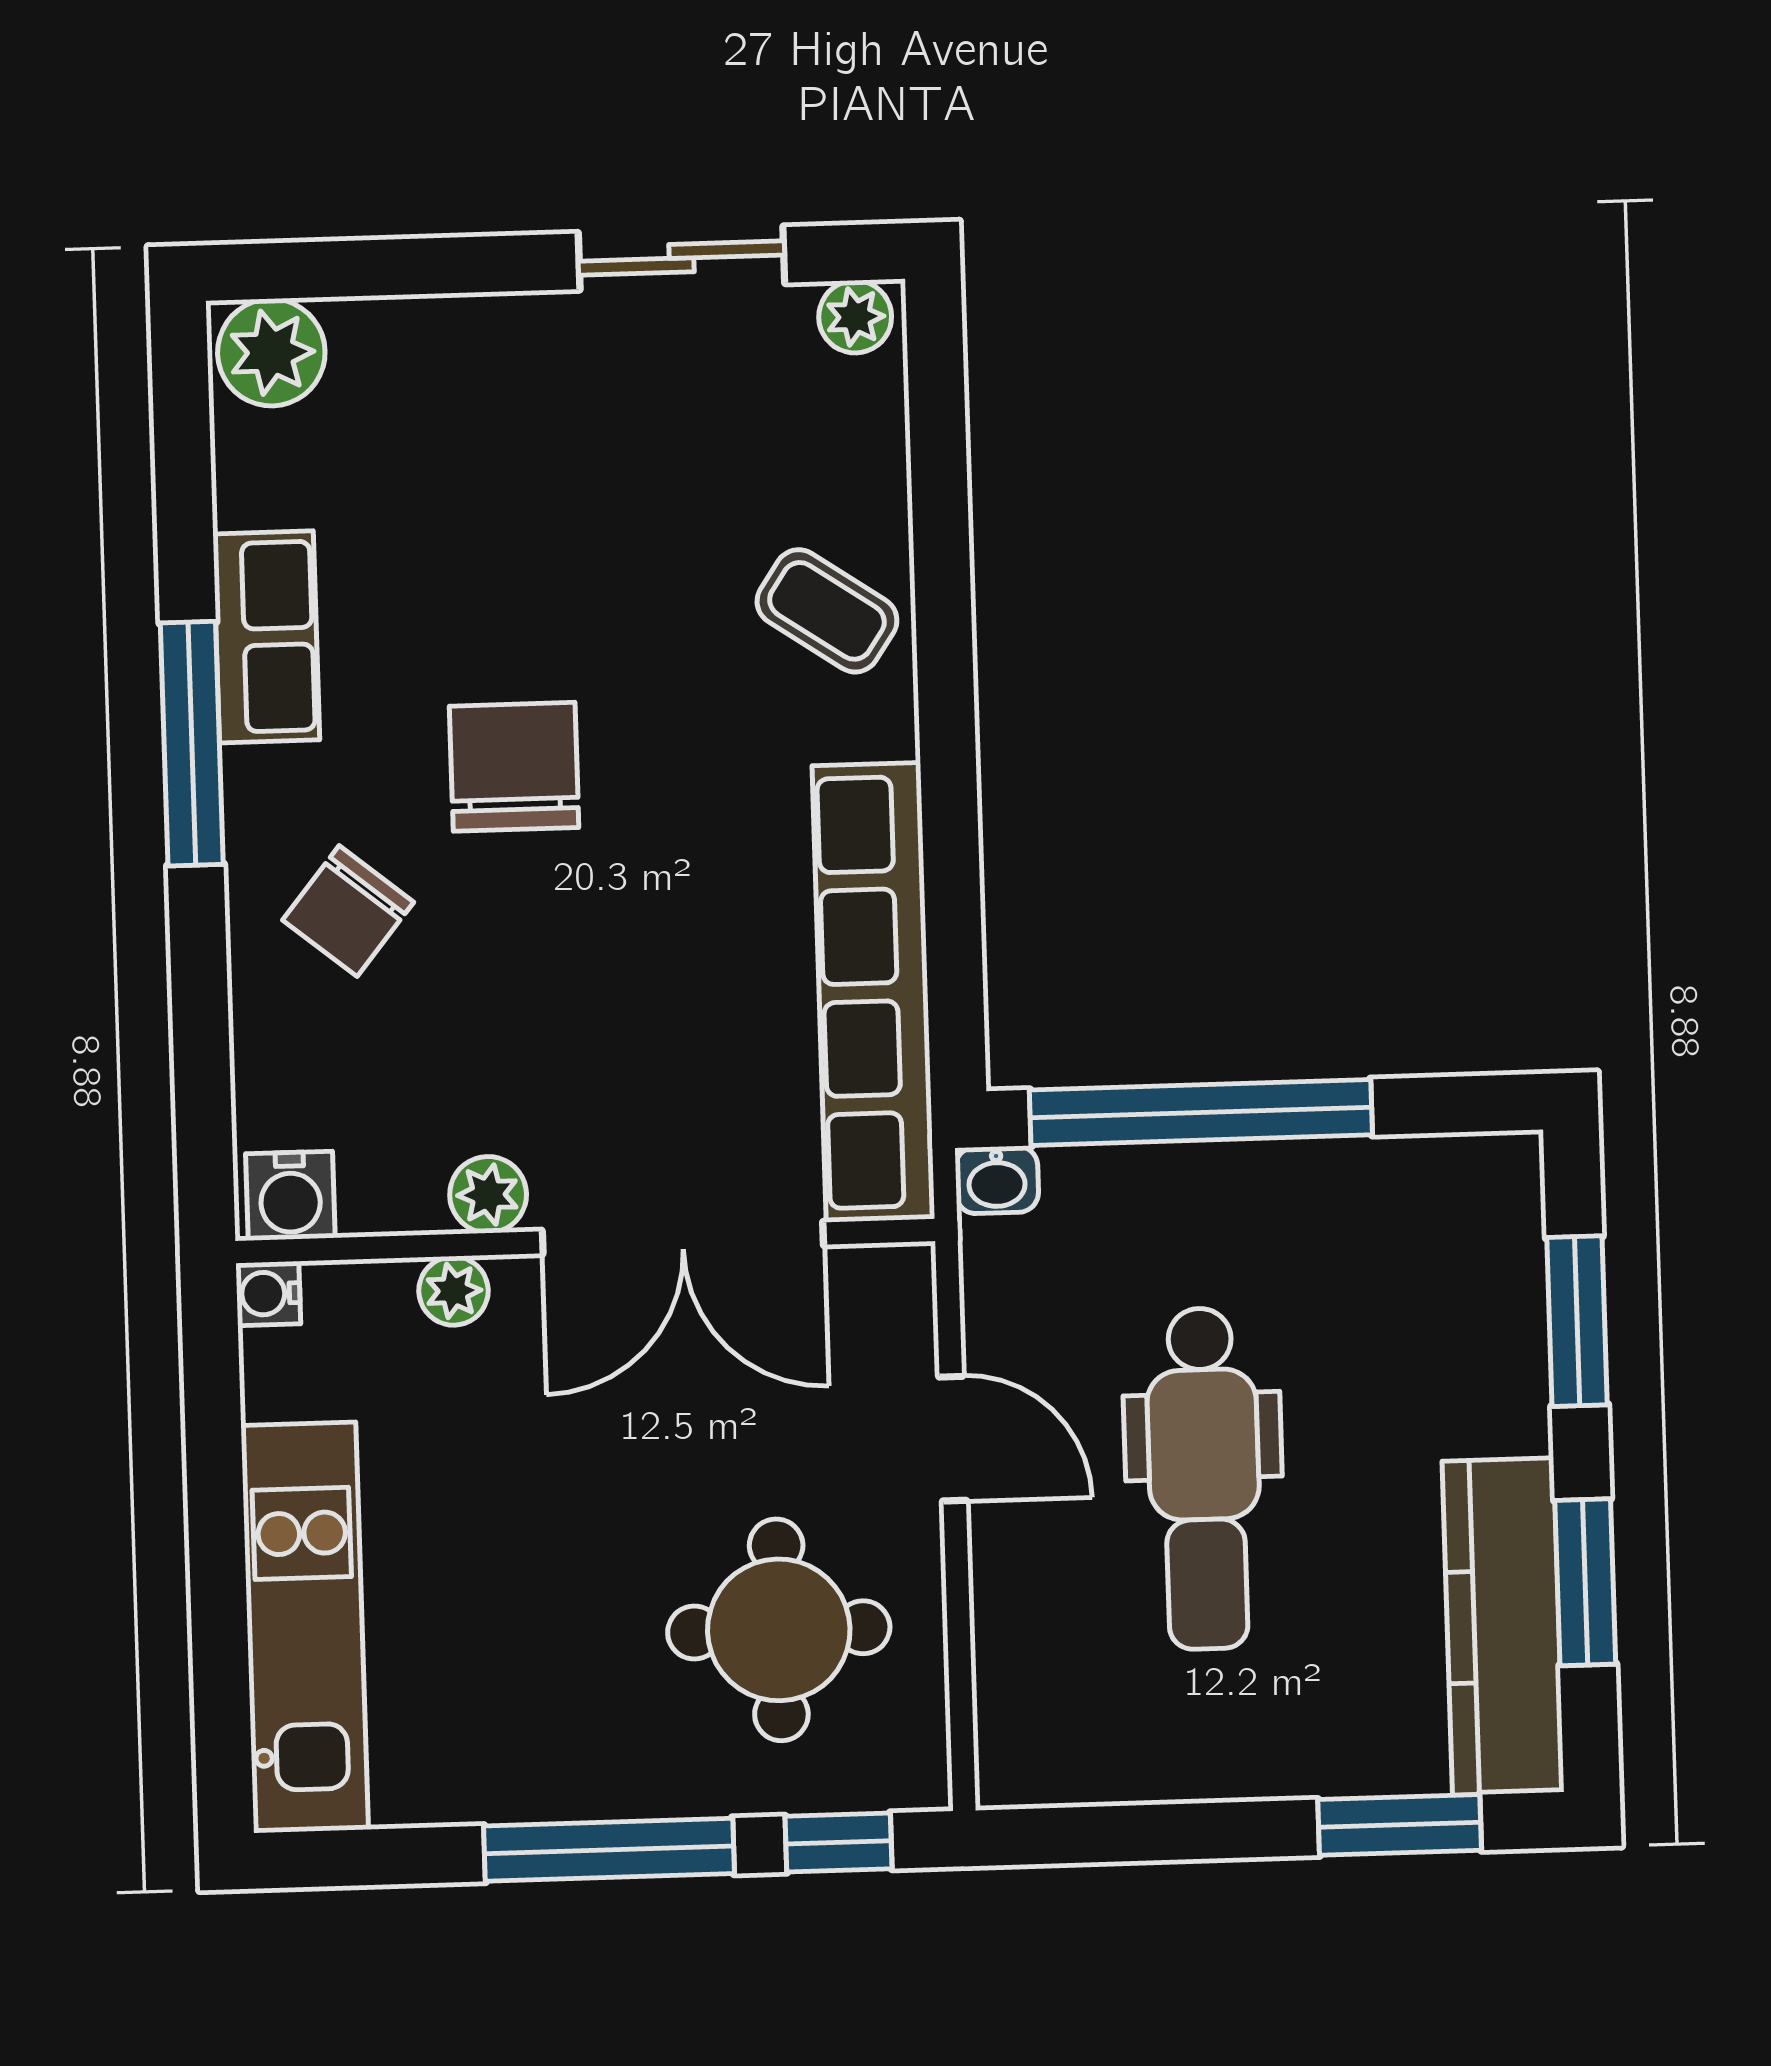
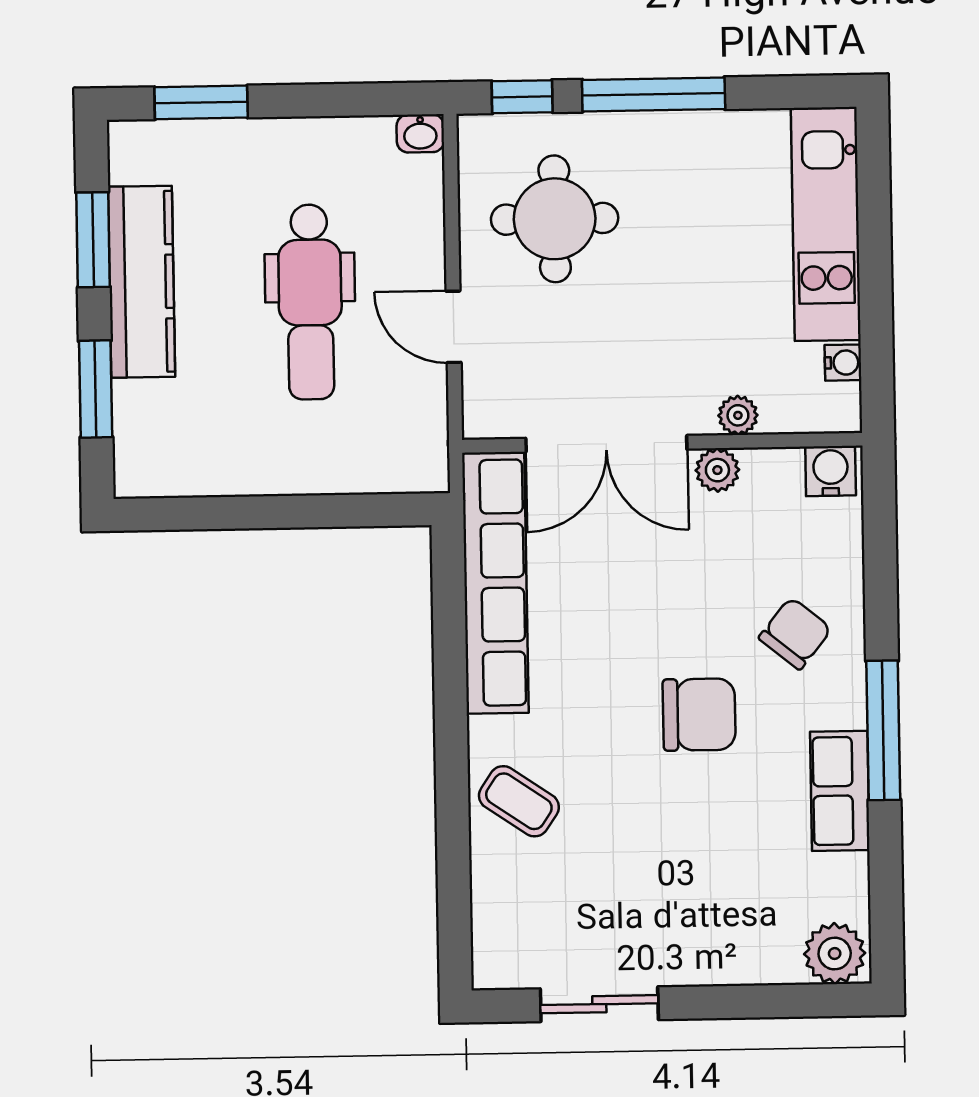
plant: (855, 317) -> (500, 969), removed
chair: (514, 767) -> (699, 715), turned -90
window: (1201, 1112) -> (309, 511), removed
washbasin: (997, 1180) -> (420, 133), moved, turned 180
double door: (683, 1238) -> (606, 444), swing flipped
water cooler: (268, 1293) -> (843, 363), moved
dental chair: (1204, 1479) -> (310, 302), turned 180
kitchen counter: (1503, 1627) -> (141, 282), moved

